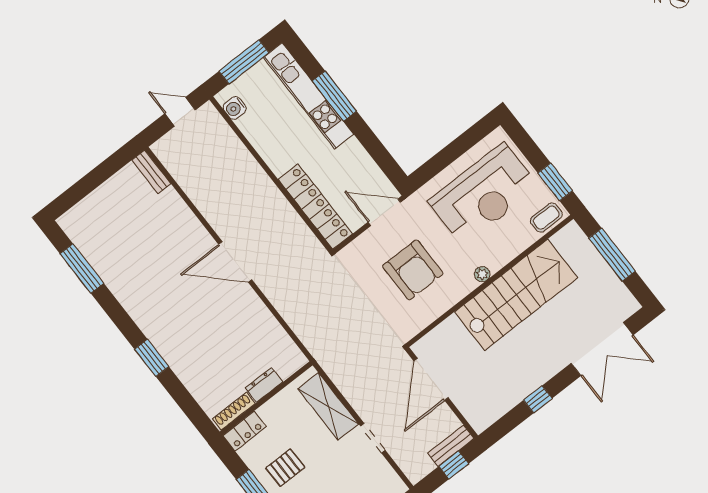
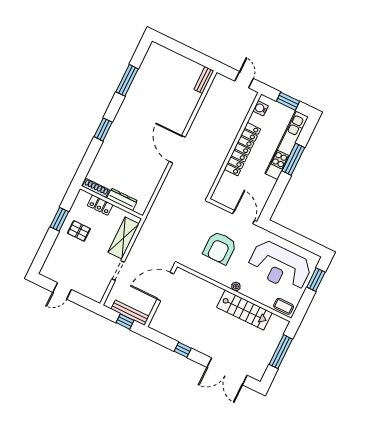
window: (244, 62) -> (288, 101), width x0.69
window: (555, 182) -> (316, 280), moved
locker: (315, 207) -> (242, 149), moved
window: (82, 268) -> (127, 80), moved
stairs: (516, 295) -> (244, 310), width x0.73, depth x0.66
dresser: (264, 385) -> (122, 199), width x1.44
locker: (245, 431) -> (100, 205), moved
bench: (451, 446) -> (130, 313), width x1.36

